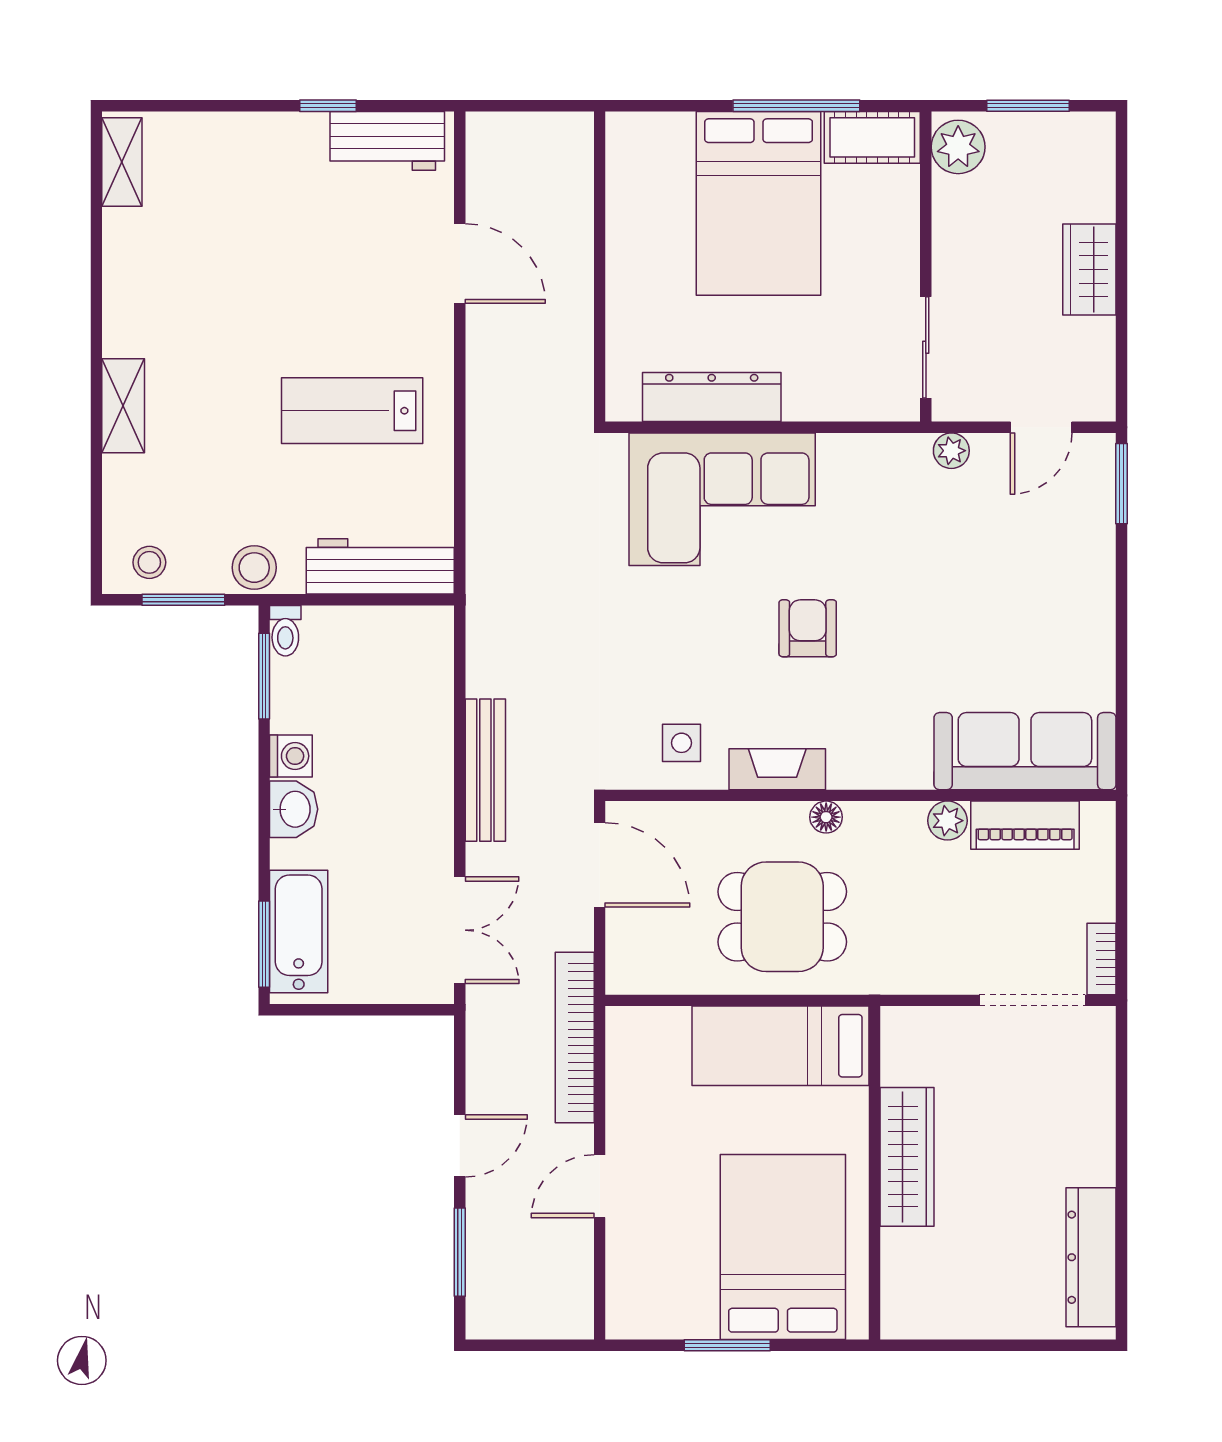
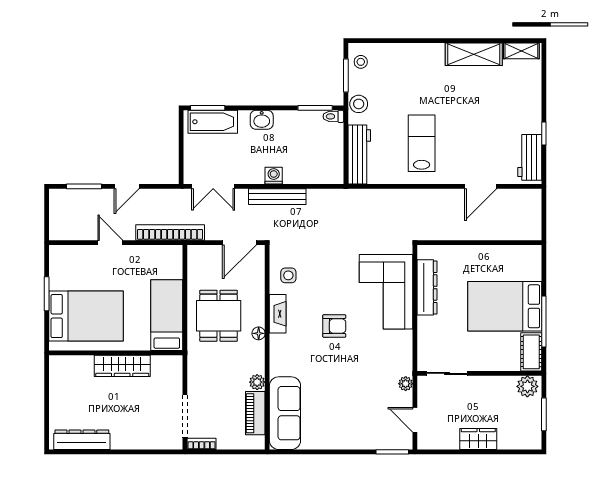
shelving: (123, 406) -> (474, 54), moved, width x1.50, depth x1.33
washing machine: (291, 756) -> (274, 176), moved, turned 180
door: (460, 1146) -> (127, 186), hinge flipped

